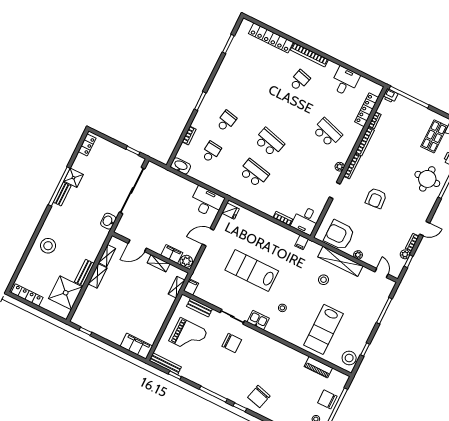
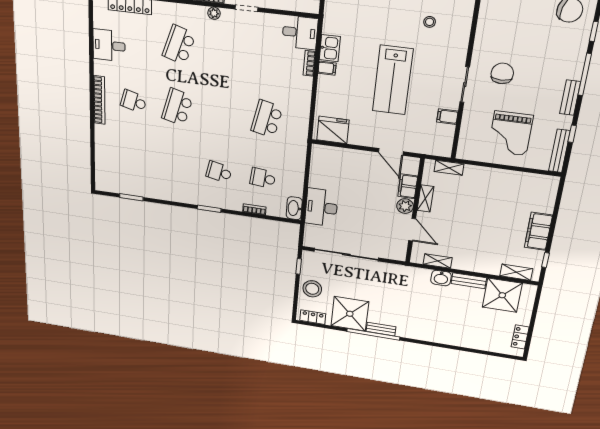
locker: (271, 38) -> (102, 152), removed
school desk: (269, 142) -> (177, 107), moved
shower: (73, 178) -> (350, 314), width x1.86, depth x1.86
desk: (207, 202) -> (321, 207), moved
fridge: (230, 211) -> (333, 130), width x1.88, depth x1.34
washbasin: (108, 221) -> (441, 278), moved
door: (208, 237) -> (391, 152), moved
filing cabinet: (302, 242) -> (327, 68), moved
stool: (48, 246) -> (312, 289), moved
plant: (186, 261) -> (405, 206), moved
shelving: (97, 276) -> (516, 272), moved
filing cabinet: (191, 287) -> (447, 117), moved
locker: (27, 295) -> (520, 337), width x0.66
bench: (199, 307) -> (570, 98), moved
kitchen sink: (258, 320) -> (330, 48), moved, turned 180
grand piano: (188, 336) -> (510, 133), turned 180
filing cabinet: (136, 346) -> (538, 231), moved

